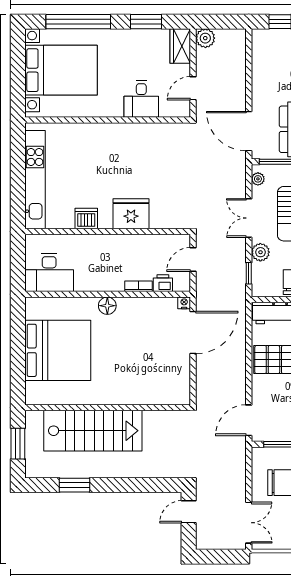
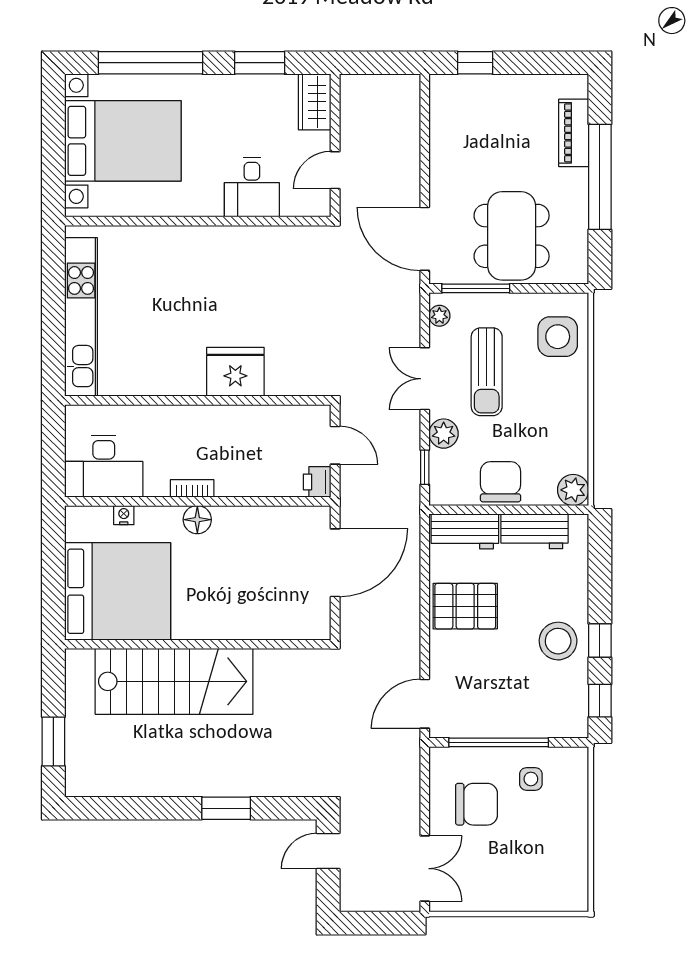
plant: (205, 38) -> (355, 89), removed
dishwasher: (86, 219) -> (163, 379), removed
door: (193, 259) -> (335, 445), swing flipped
printer: (163, 283) -> (317, 482), moved, turned -90
bookcase: (138, 286) -> (192, 488), moved
nightstand: (184, 303) -> (124, 515), moved
wall: (108, 408) -> (198, 644), moved
stairs: (93, 431) -> (174, 681), moved
window: (74, 485) -> (226, 808), moved

